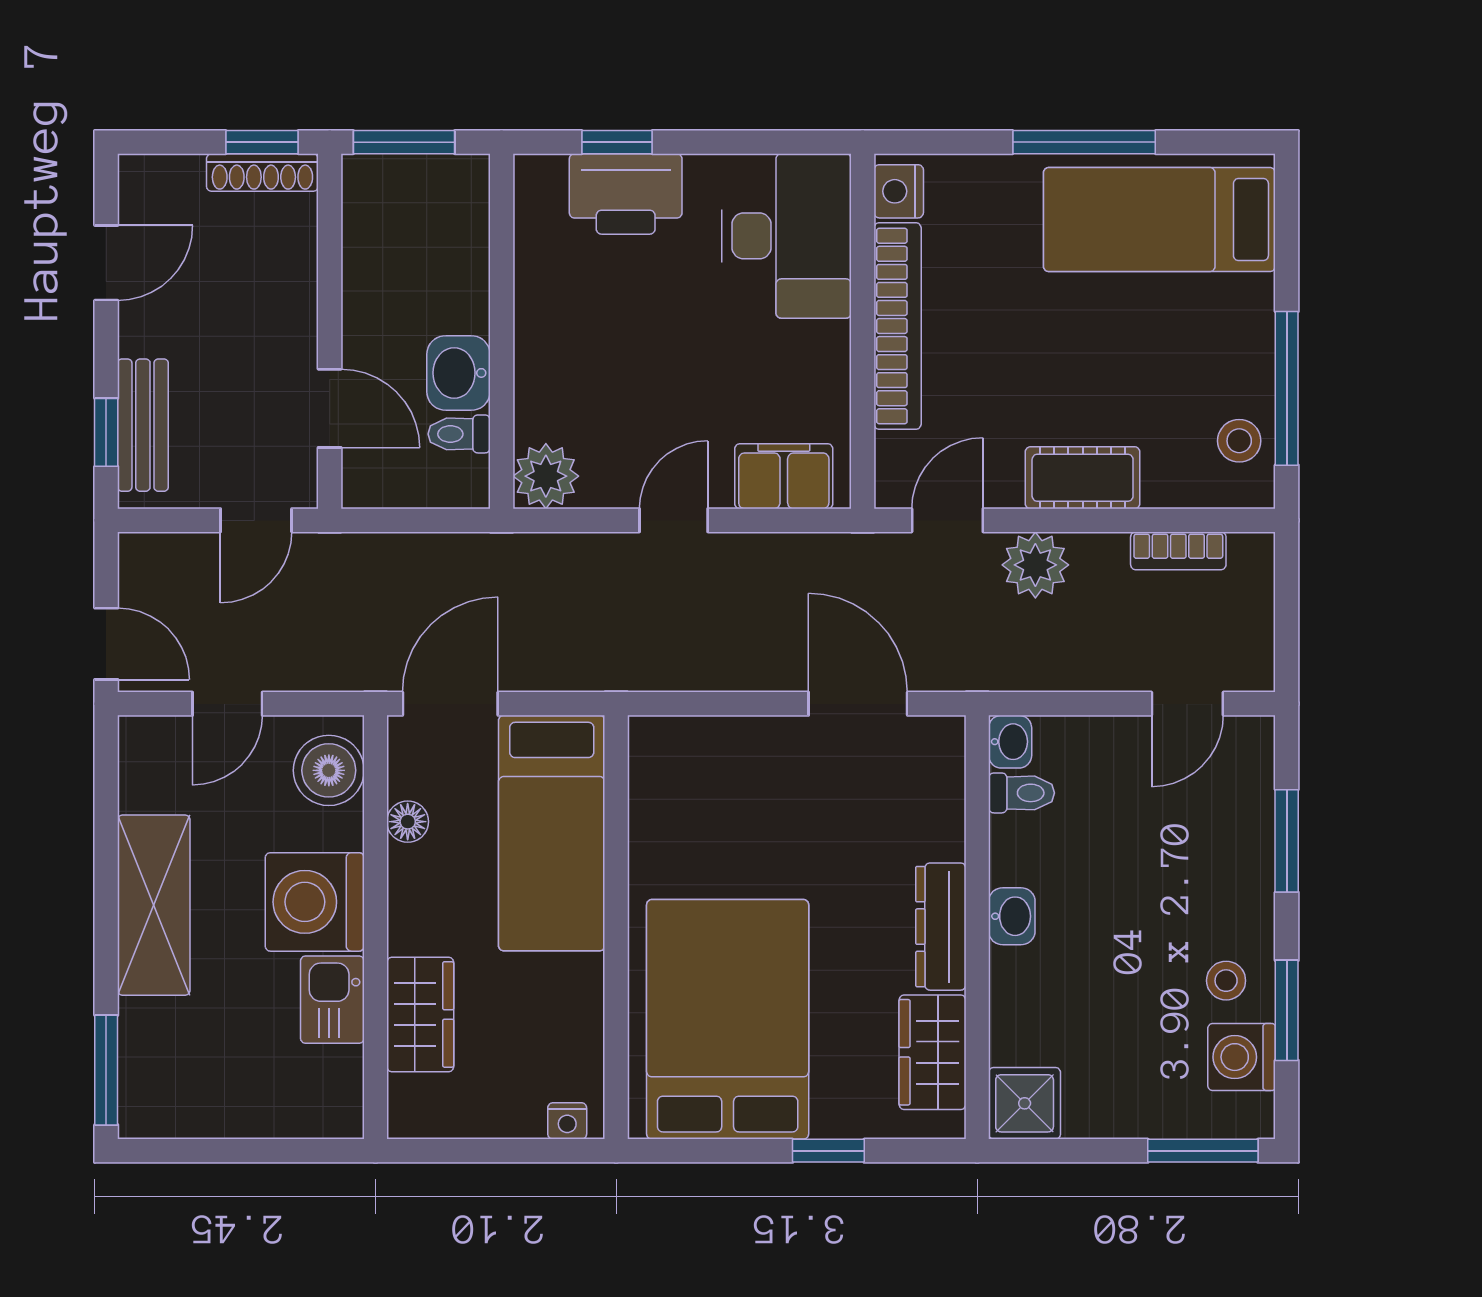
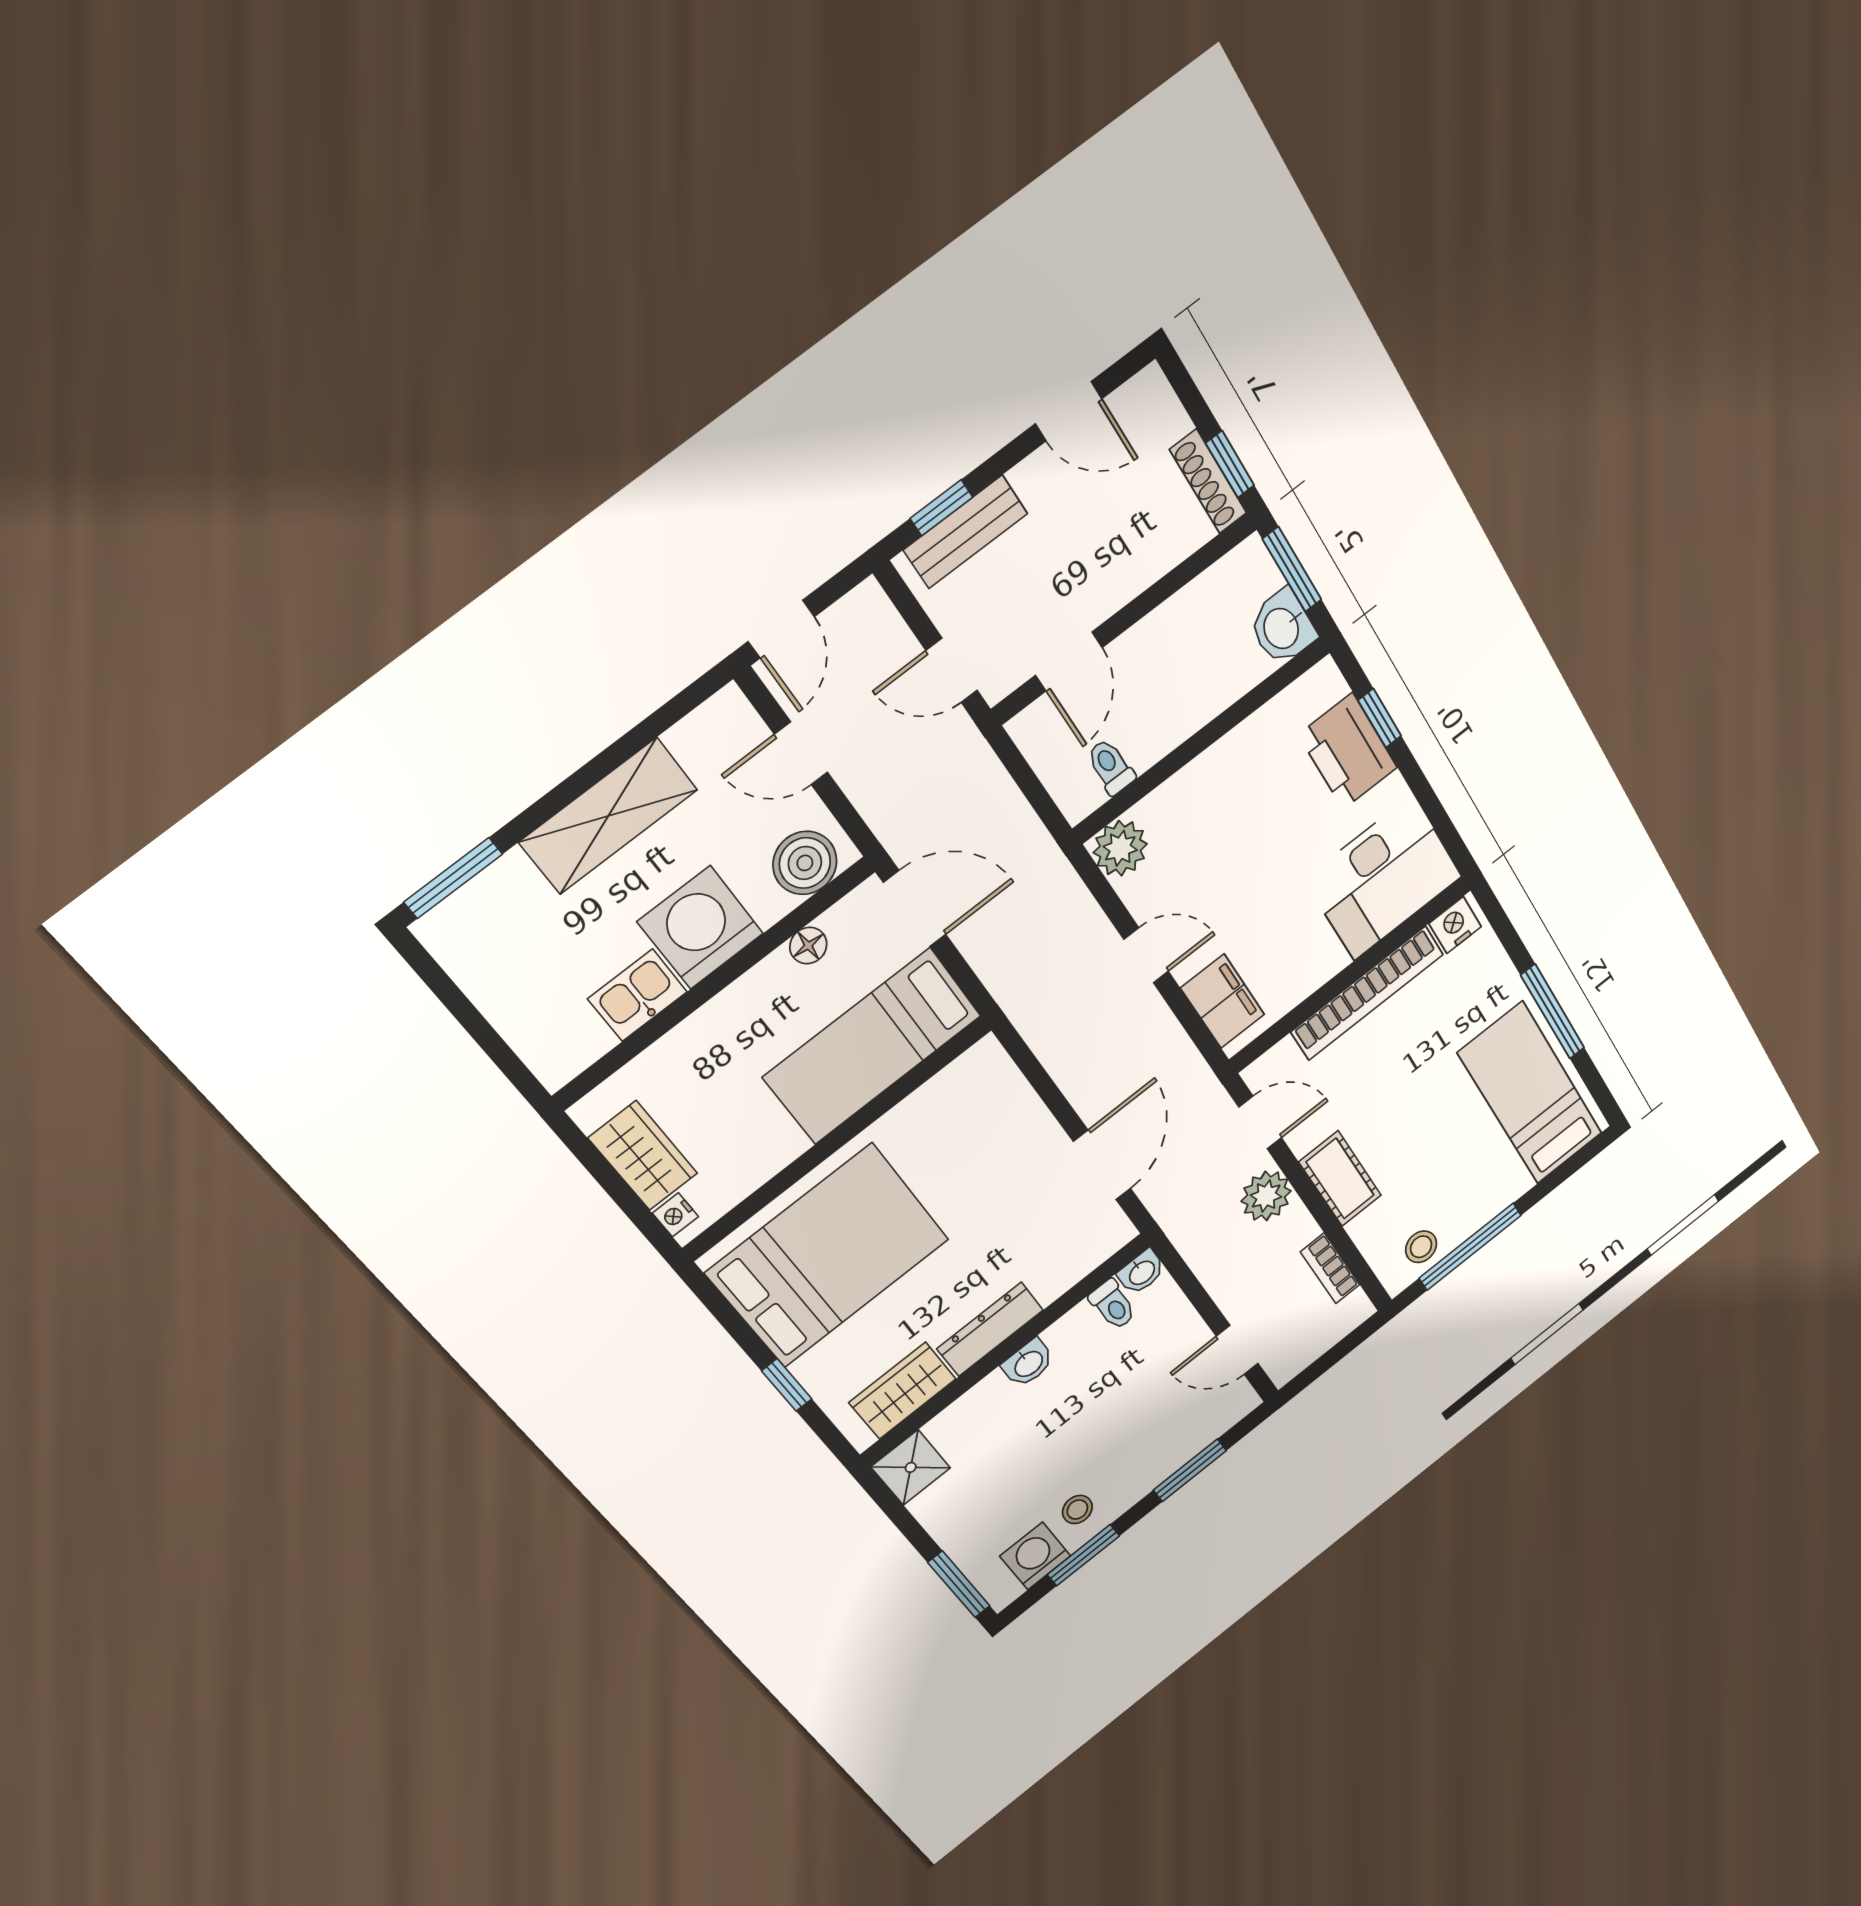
washbasin: (458, 373) -> (1282, 627), moved, turned -90
wardrobe: (420, 1014) -> (643, 1156), moved, turned -90

